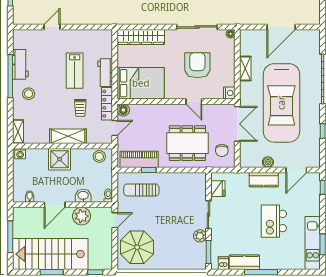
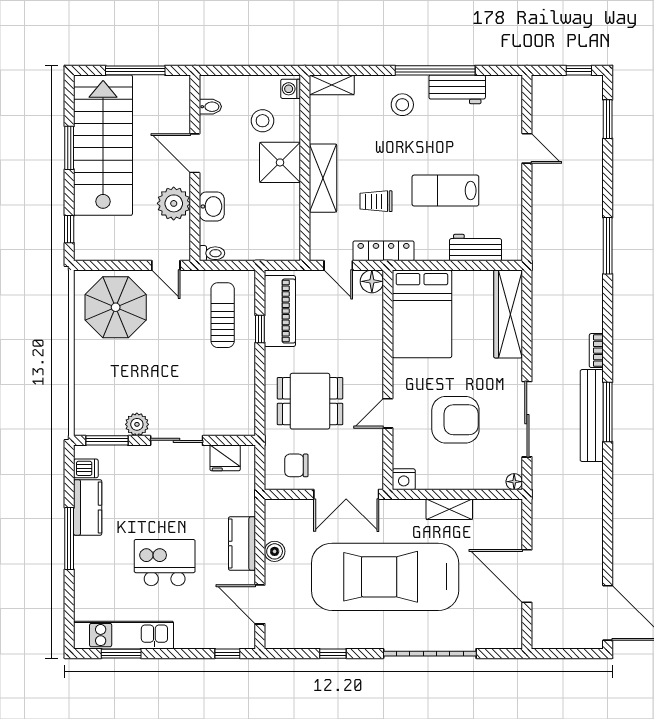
workbench: (105, 73) -> (475, 248), moved
dining table: (187, 143) -> (310, 401), width x0.73
stool: (99, 156) -> (263, 121), moved

